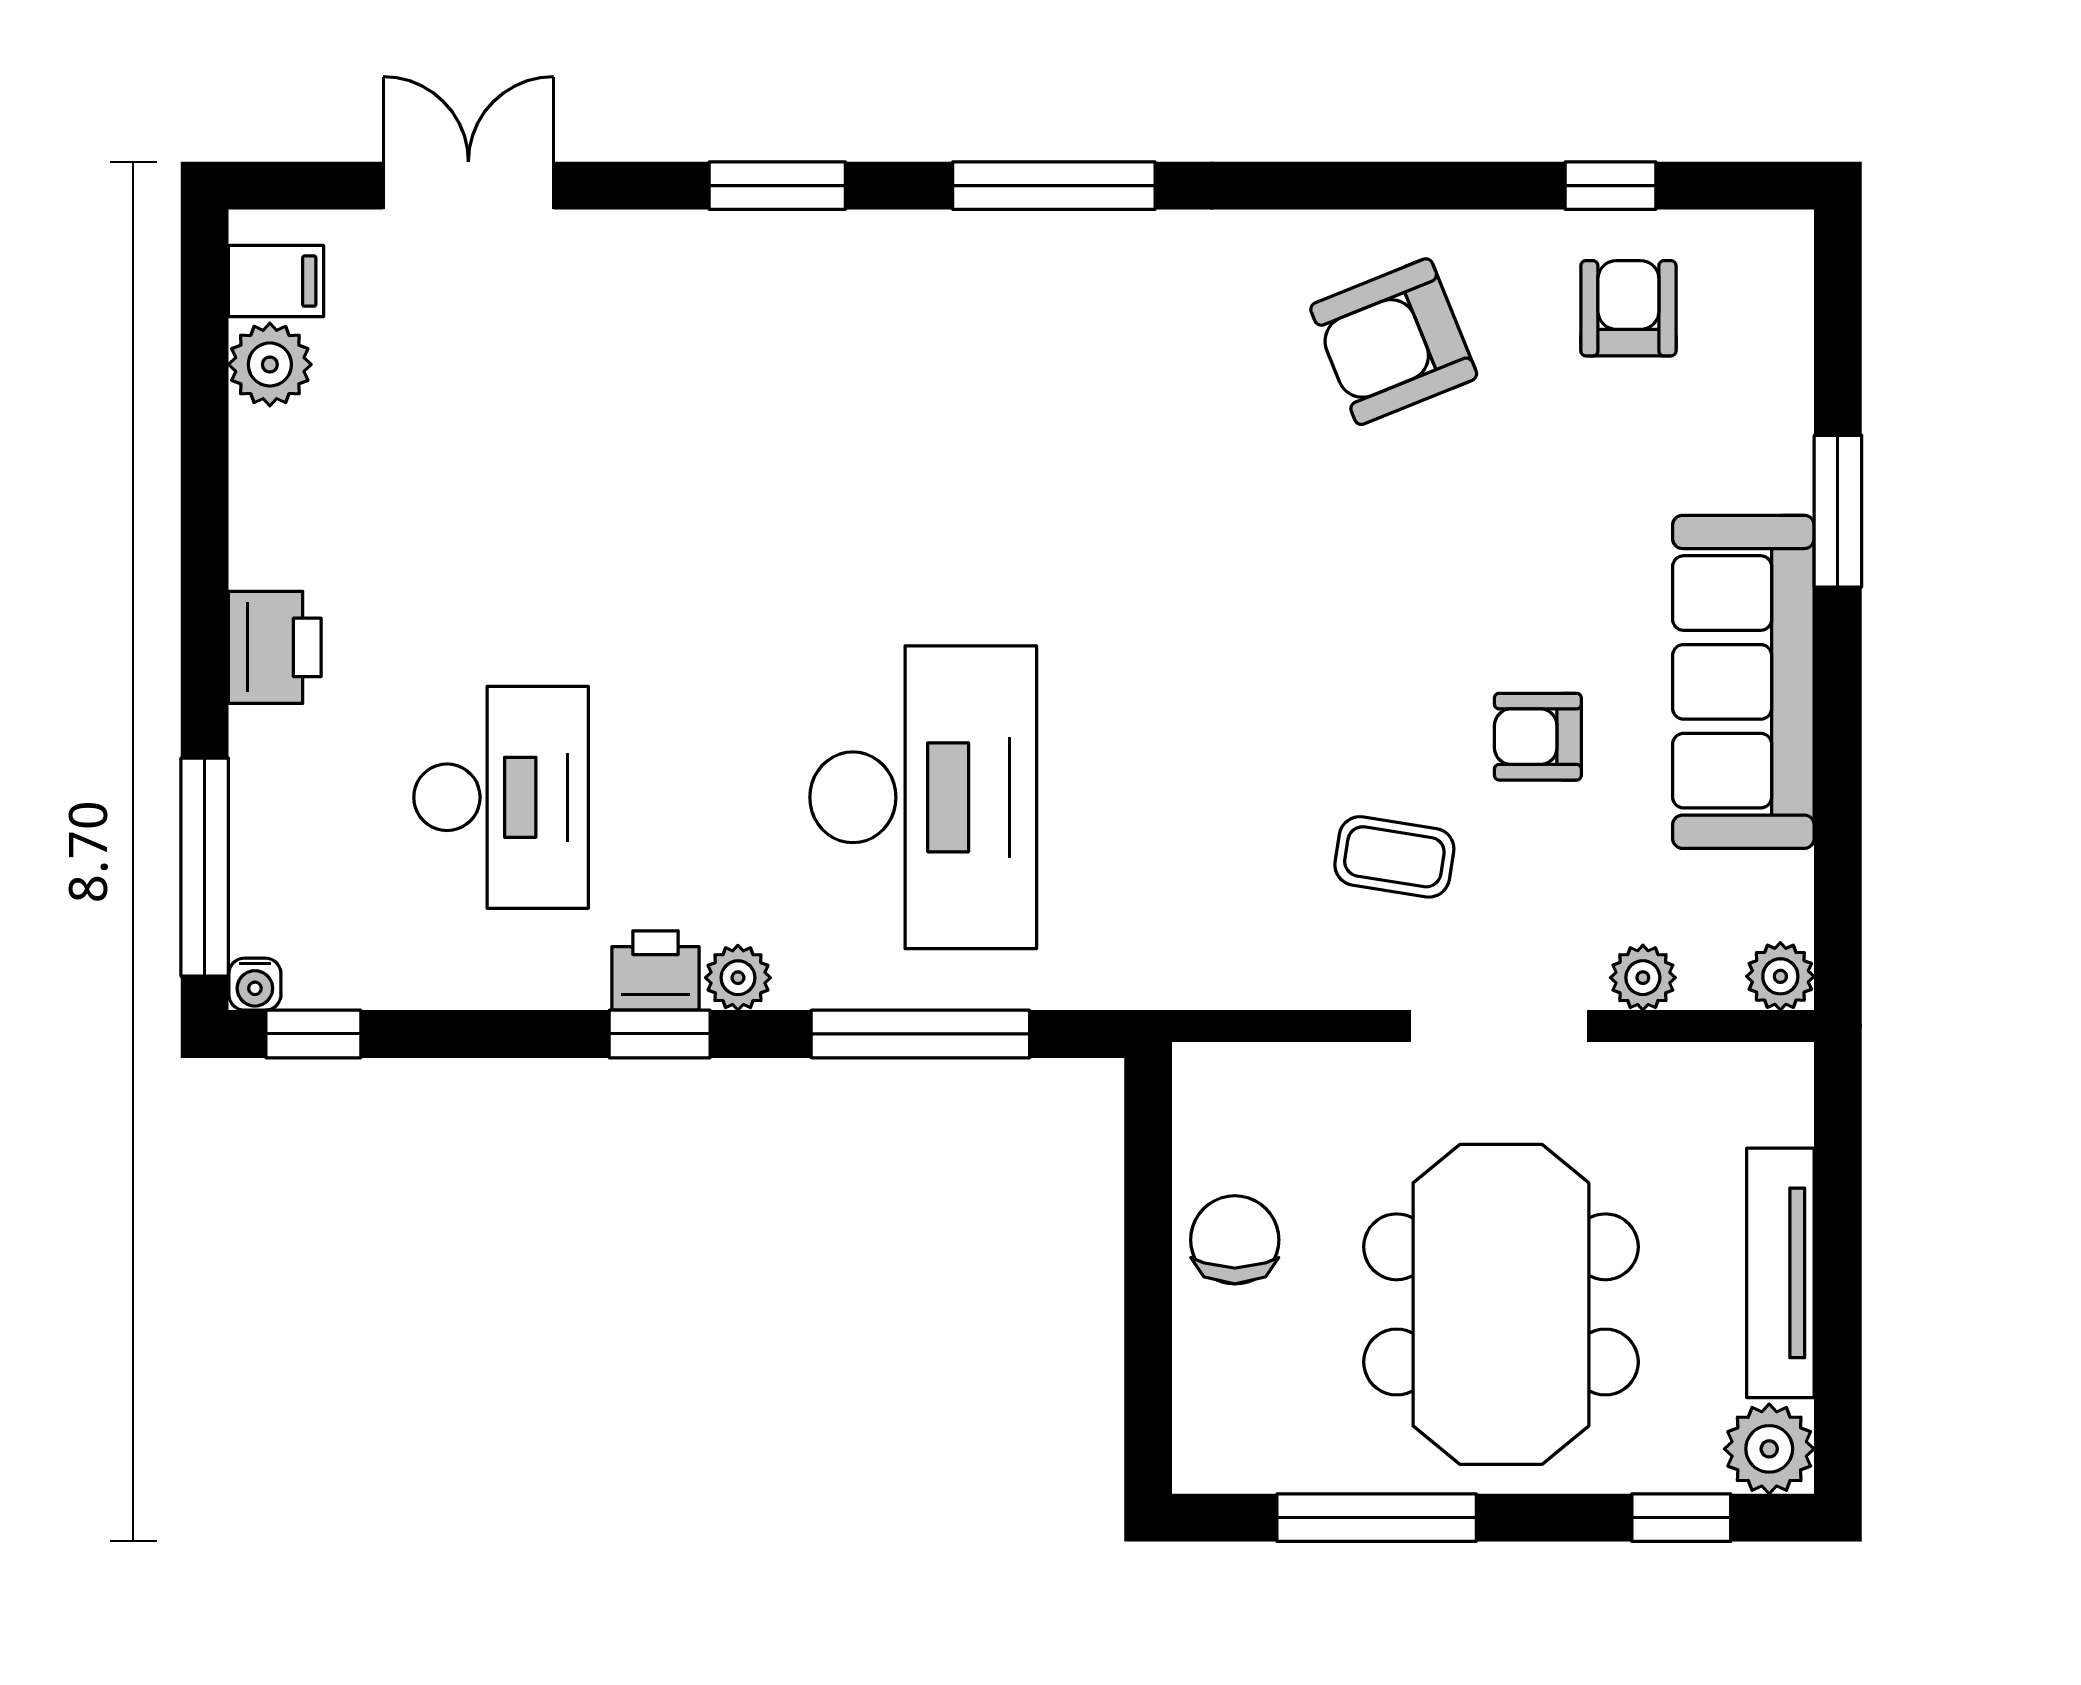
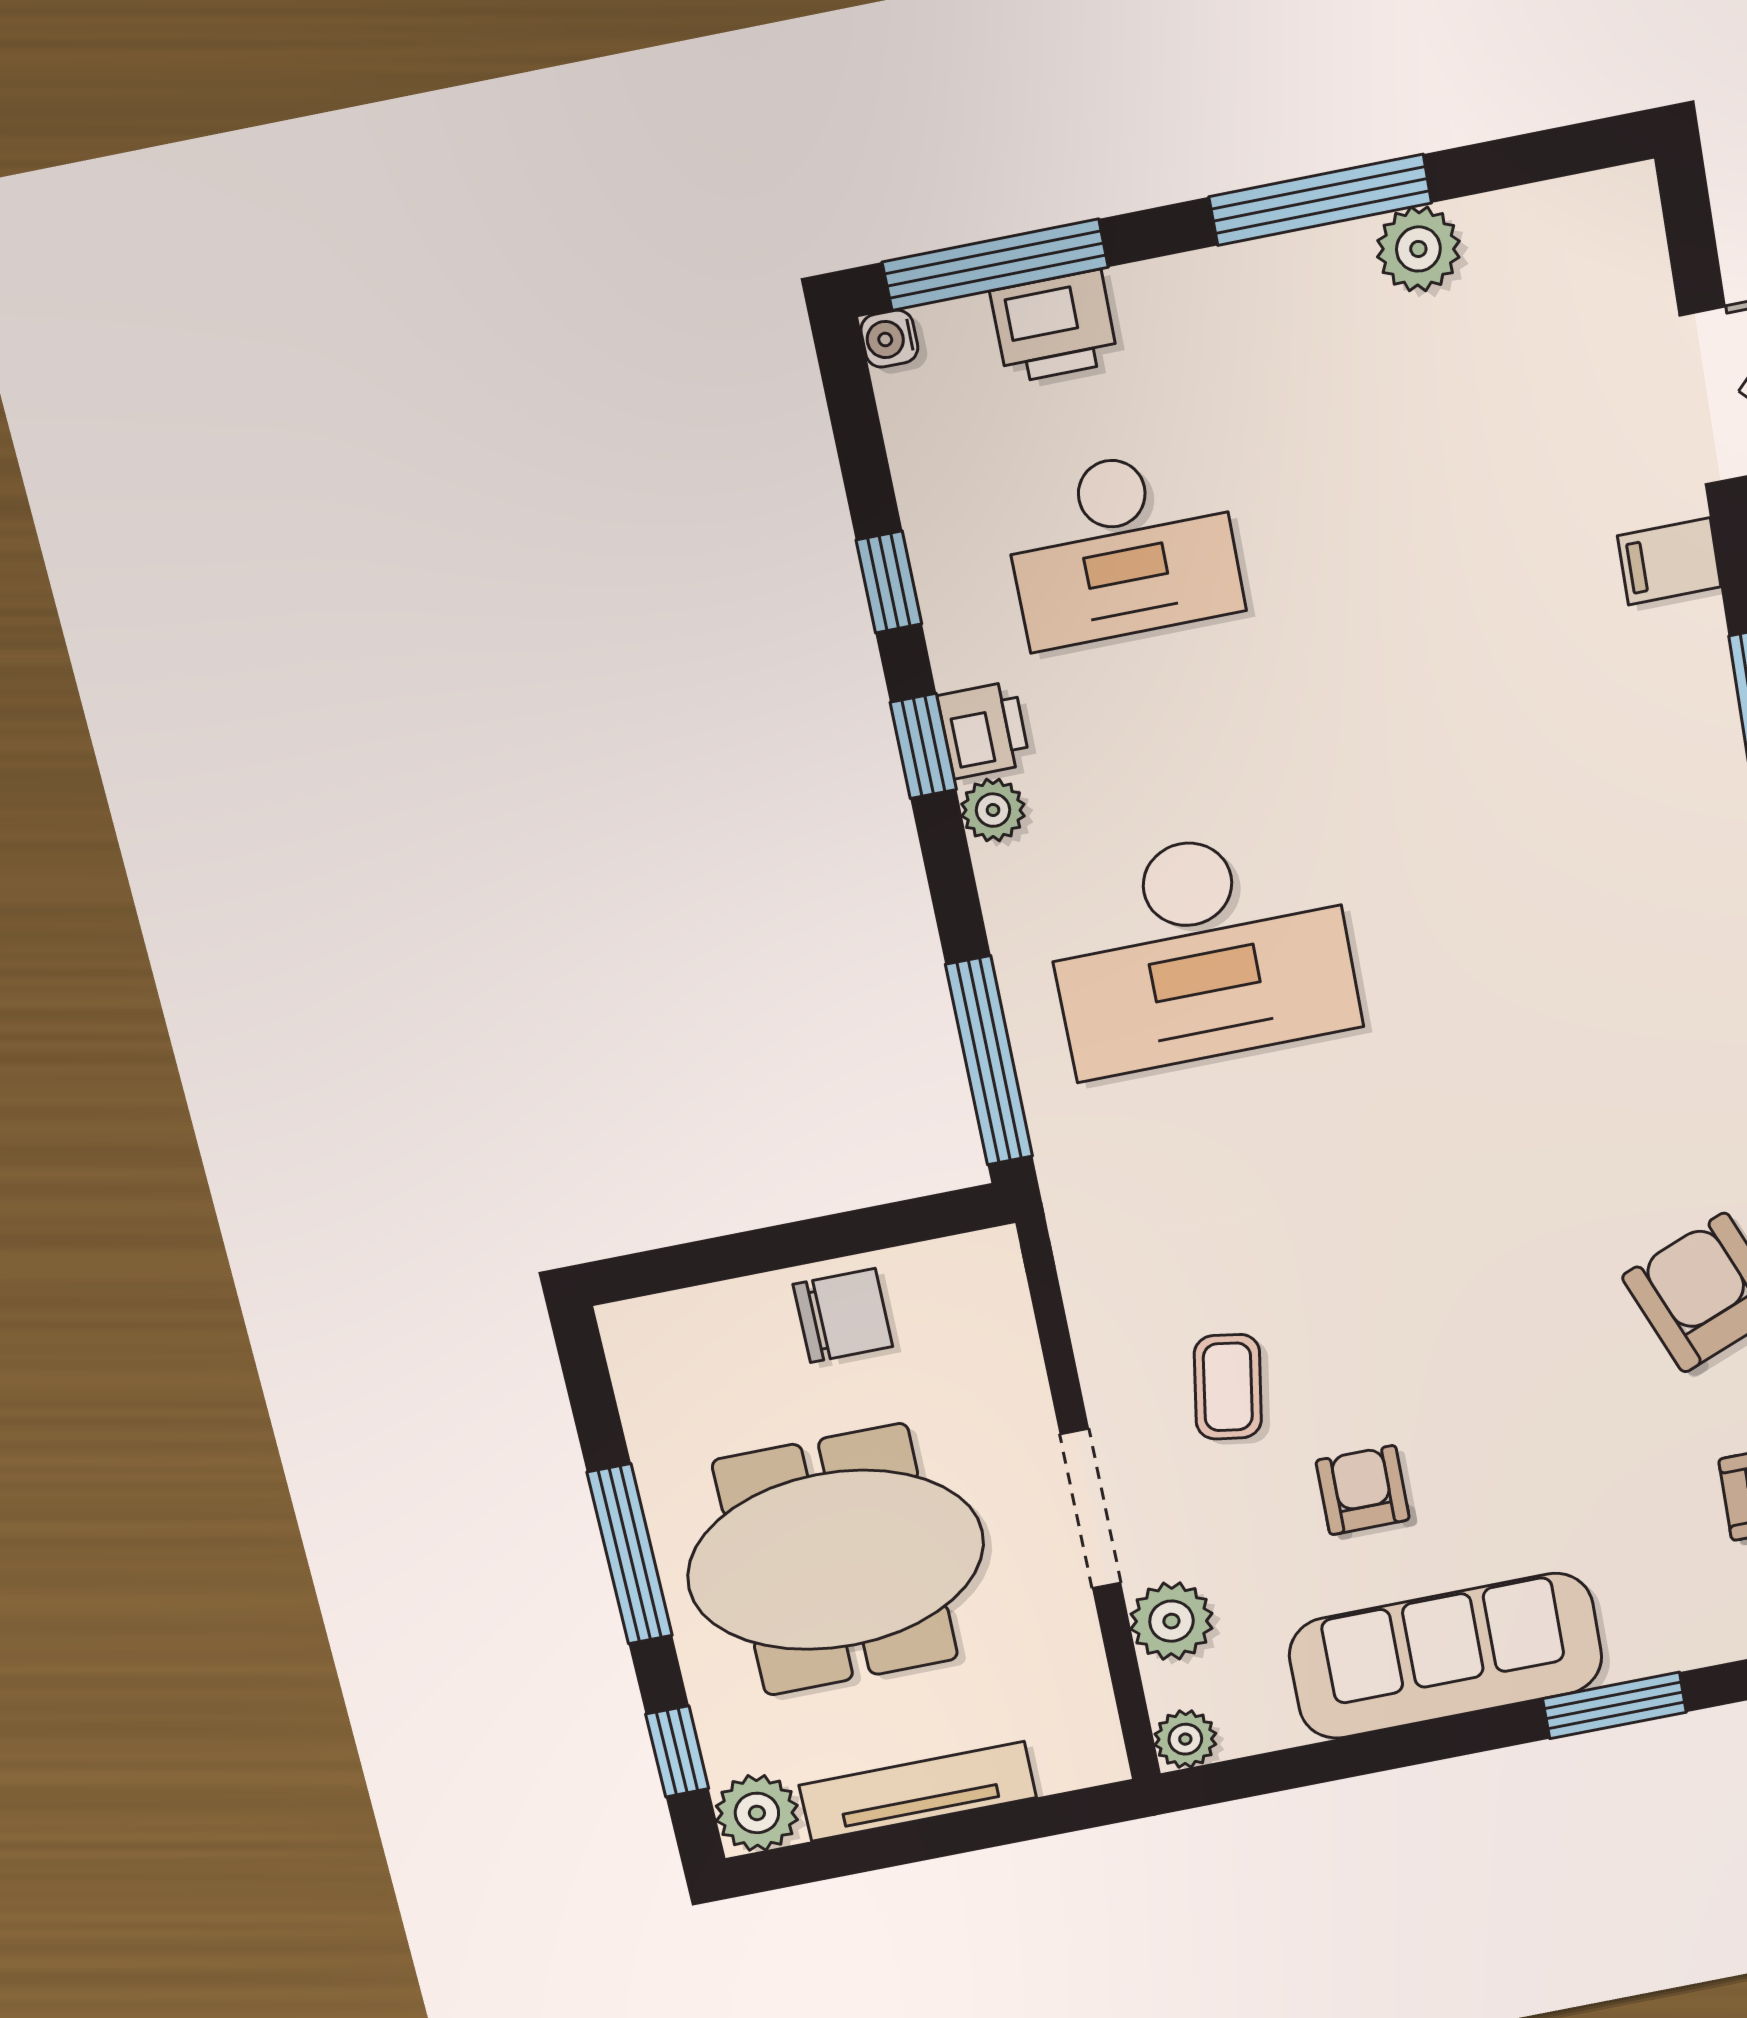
filing cabinet: (276, 281) -> (1669, 561), moved, turned 90
plant: (270, 364) -> (1418, 249), moved
window: (205, 540) -> (1320, 200), added
printer: (275, 647) -> (1054, 327), moved
plant: (1643, 978) -> (1171, 1621), width x1.38, depth x1.38
window: (313, 1034) -> (889, 582), moved
window: (920, 1034) -> (989, 1061), moved
window: (1377, 1518) -> (630, 1554), moved

